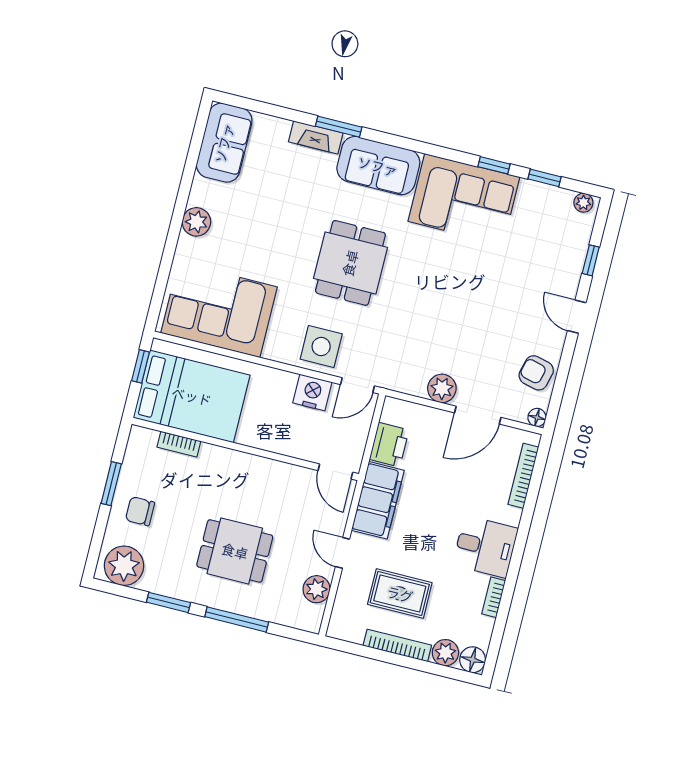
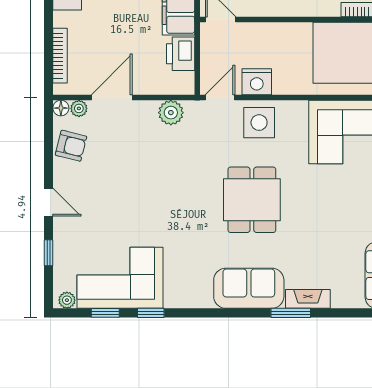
corner sofa: (464, 199) -> (120, 278), moved
plant: (442, 388) -> (171, 113), moved
plant: (517, 412) -> (79, 108), added

